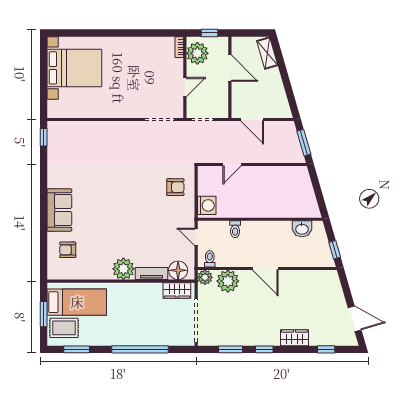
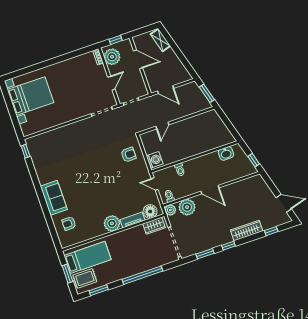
wardrobe: (294, 338) -> (247, 231), width x1.50

